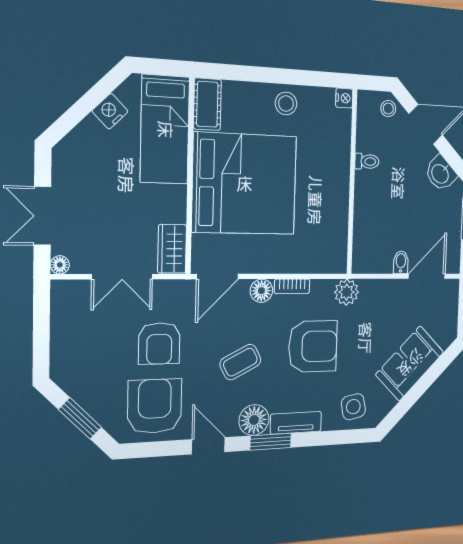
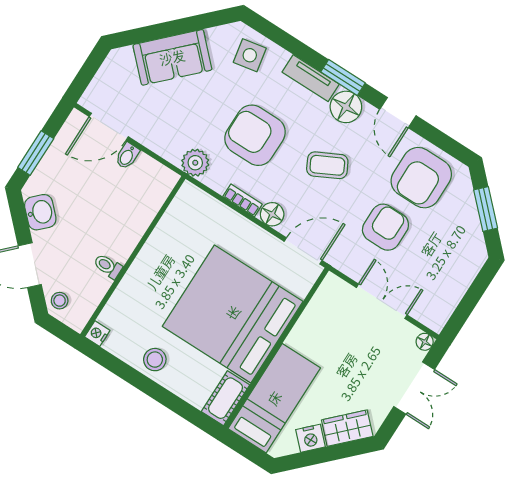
wardrobe: (172, 249) -> (347, 428), moved, turned -135

